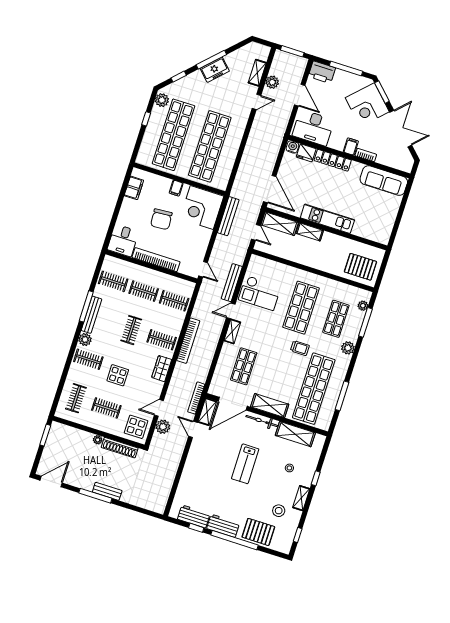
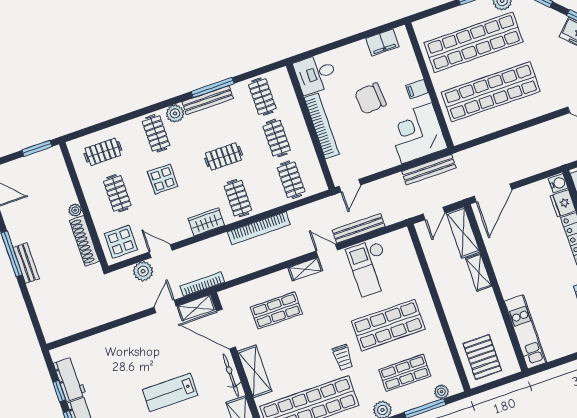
kitchen unit: (327, 219) -> (526, 332), moved

